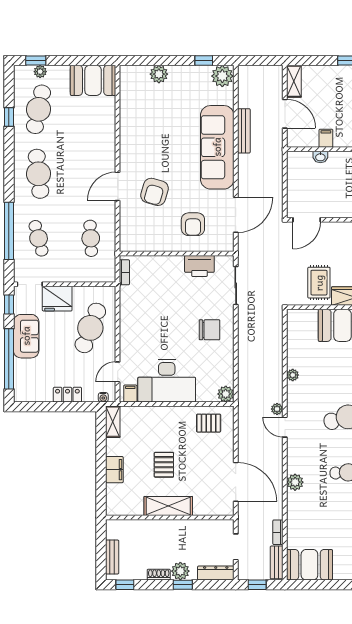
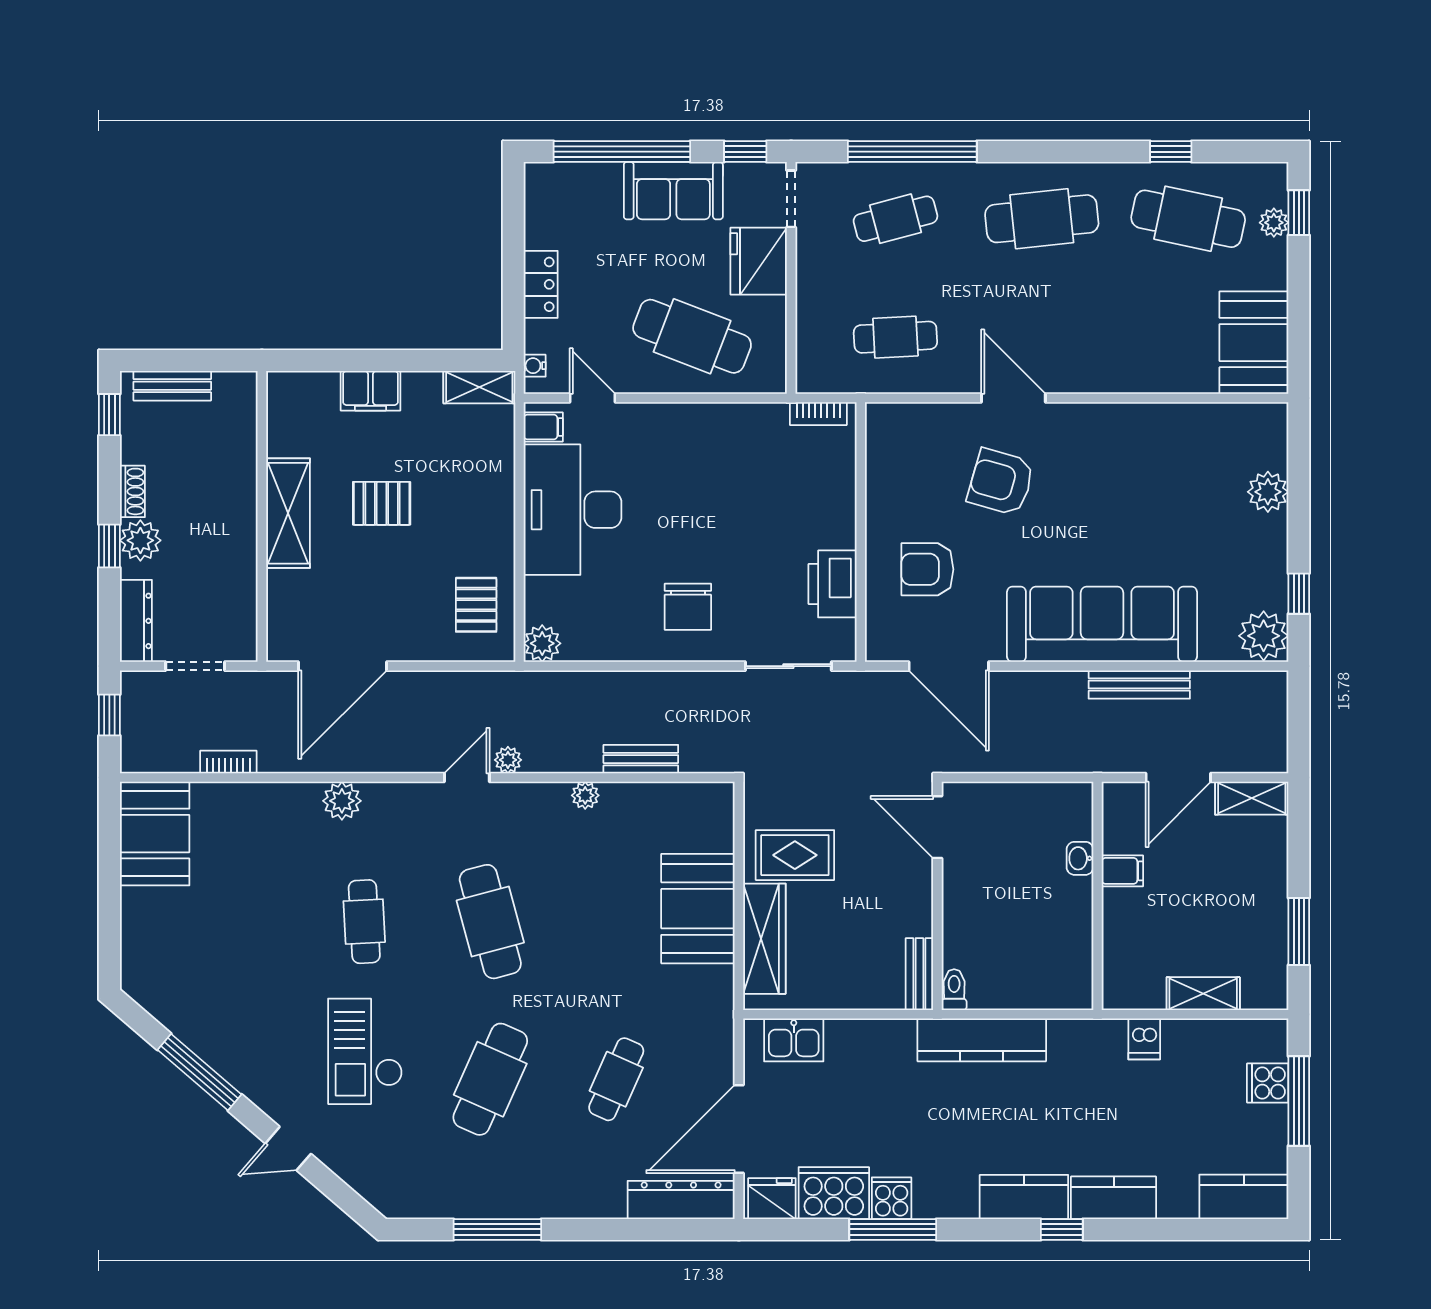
bench: (277, 562) -> (641, 759), moved

